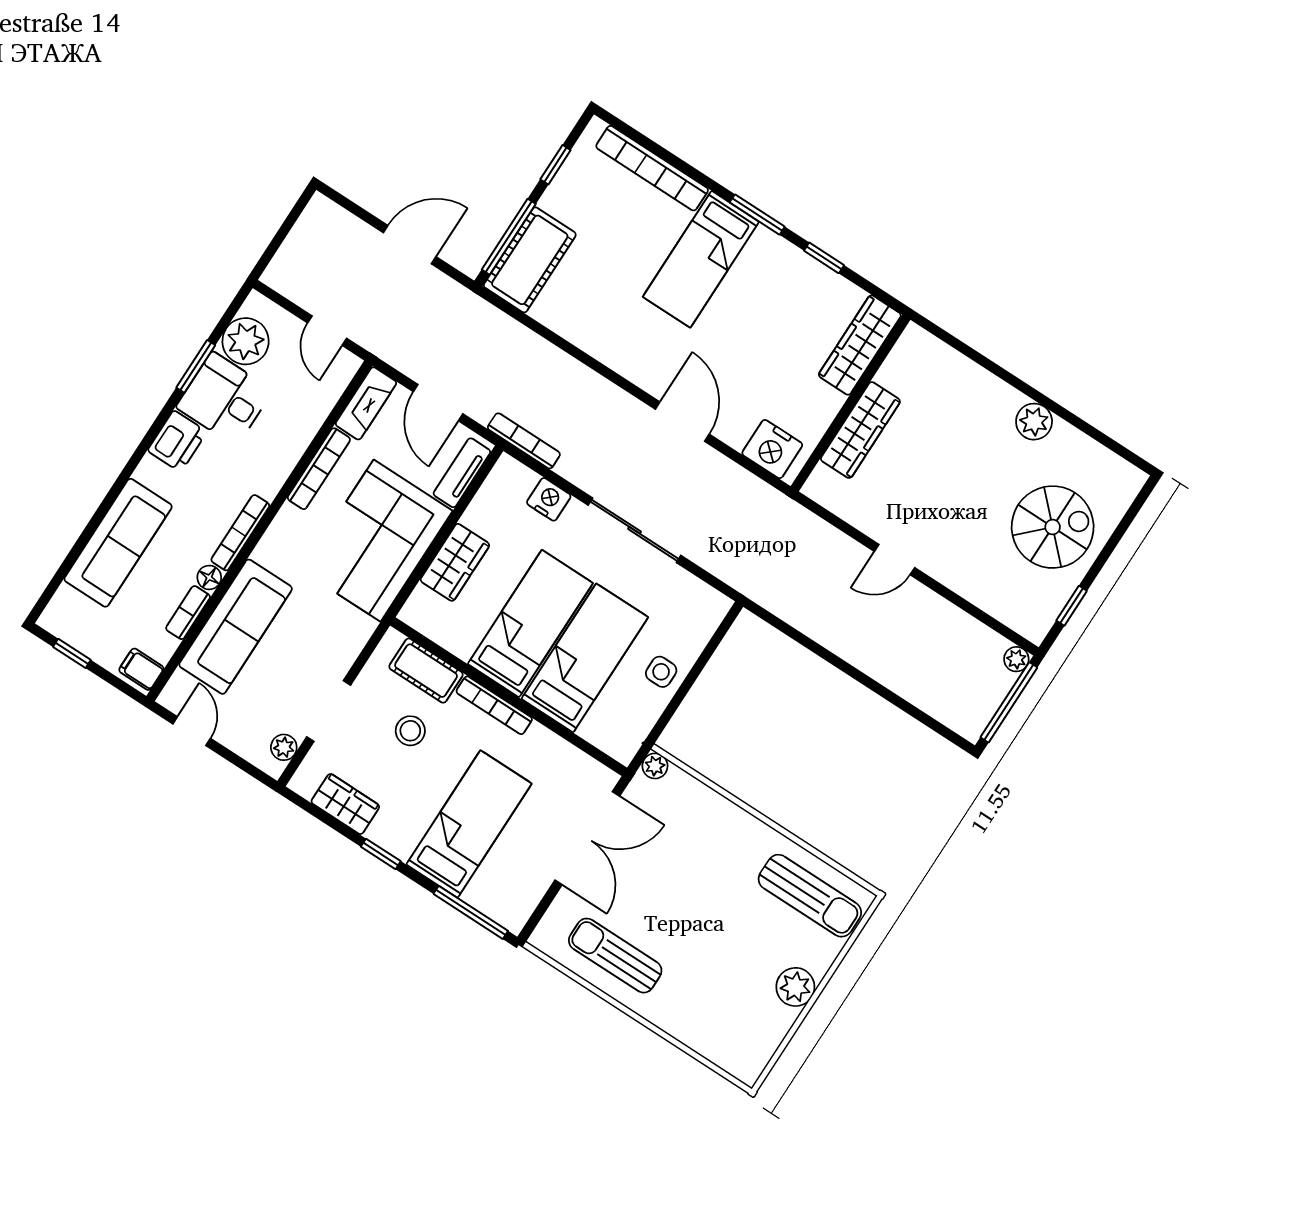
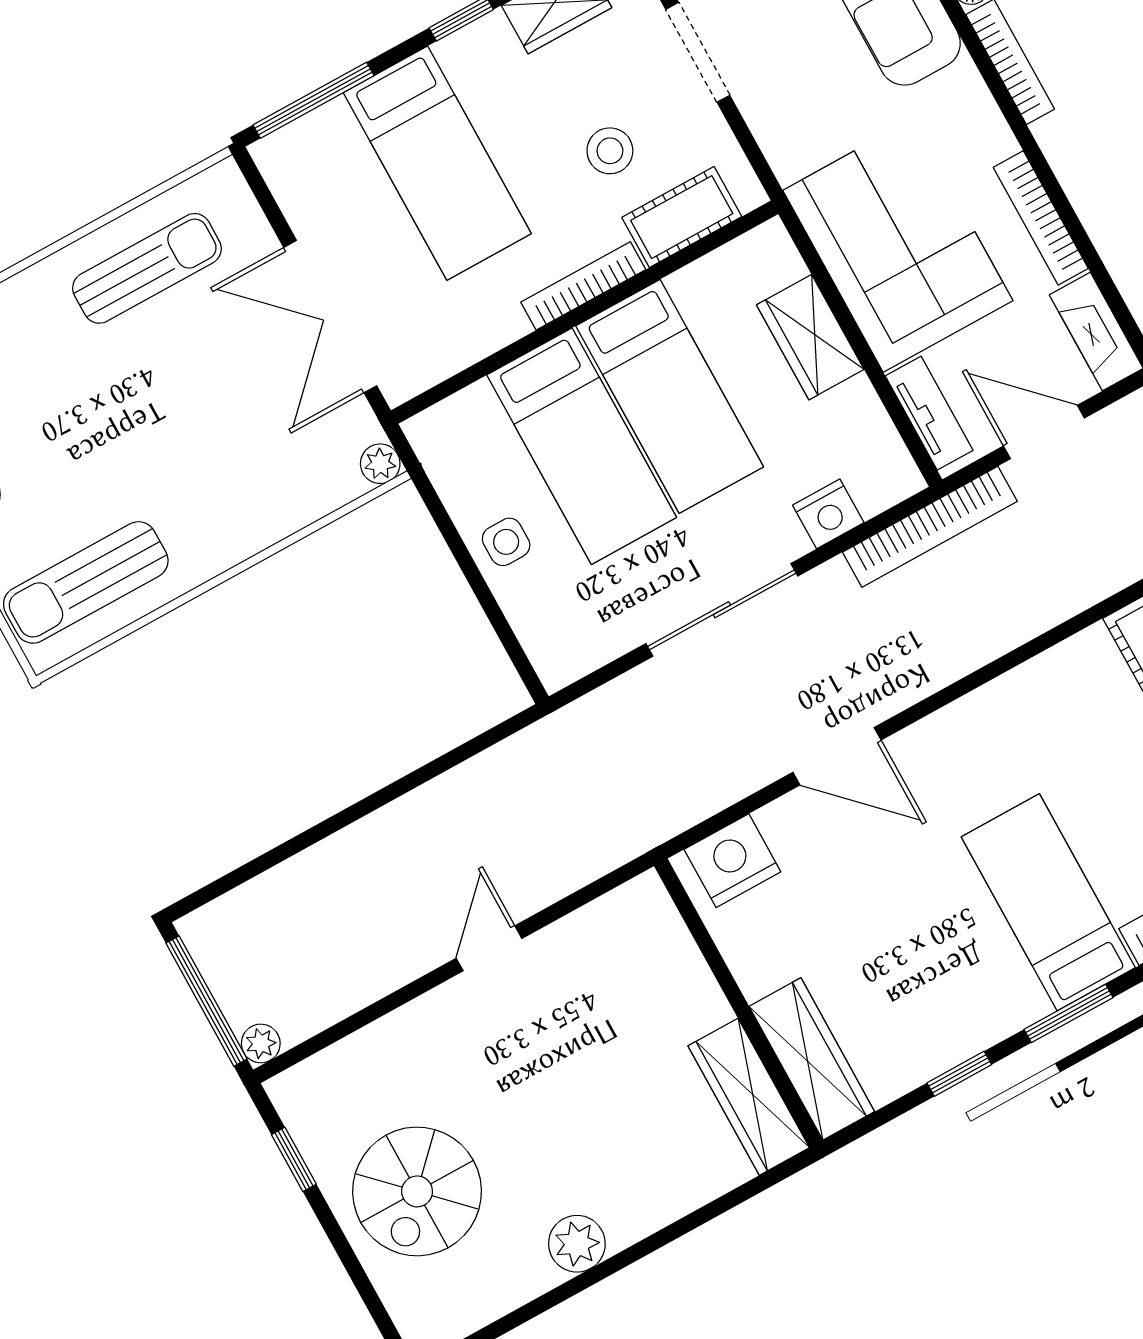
wardrobe: (860, 430) -> (749, 1097), moved
bookcase: (524, 441) -> (930, 527), width x1.48, depth x1.31

